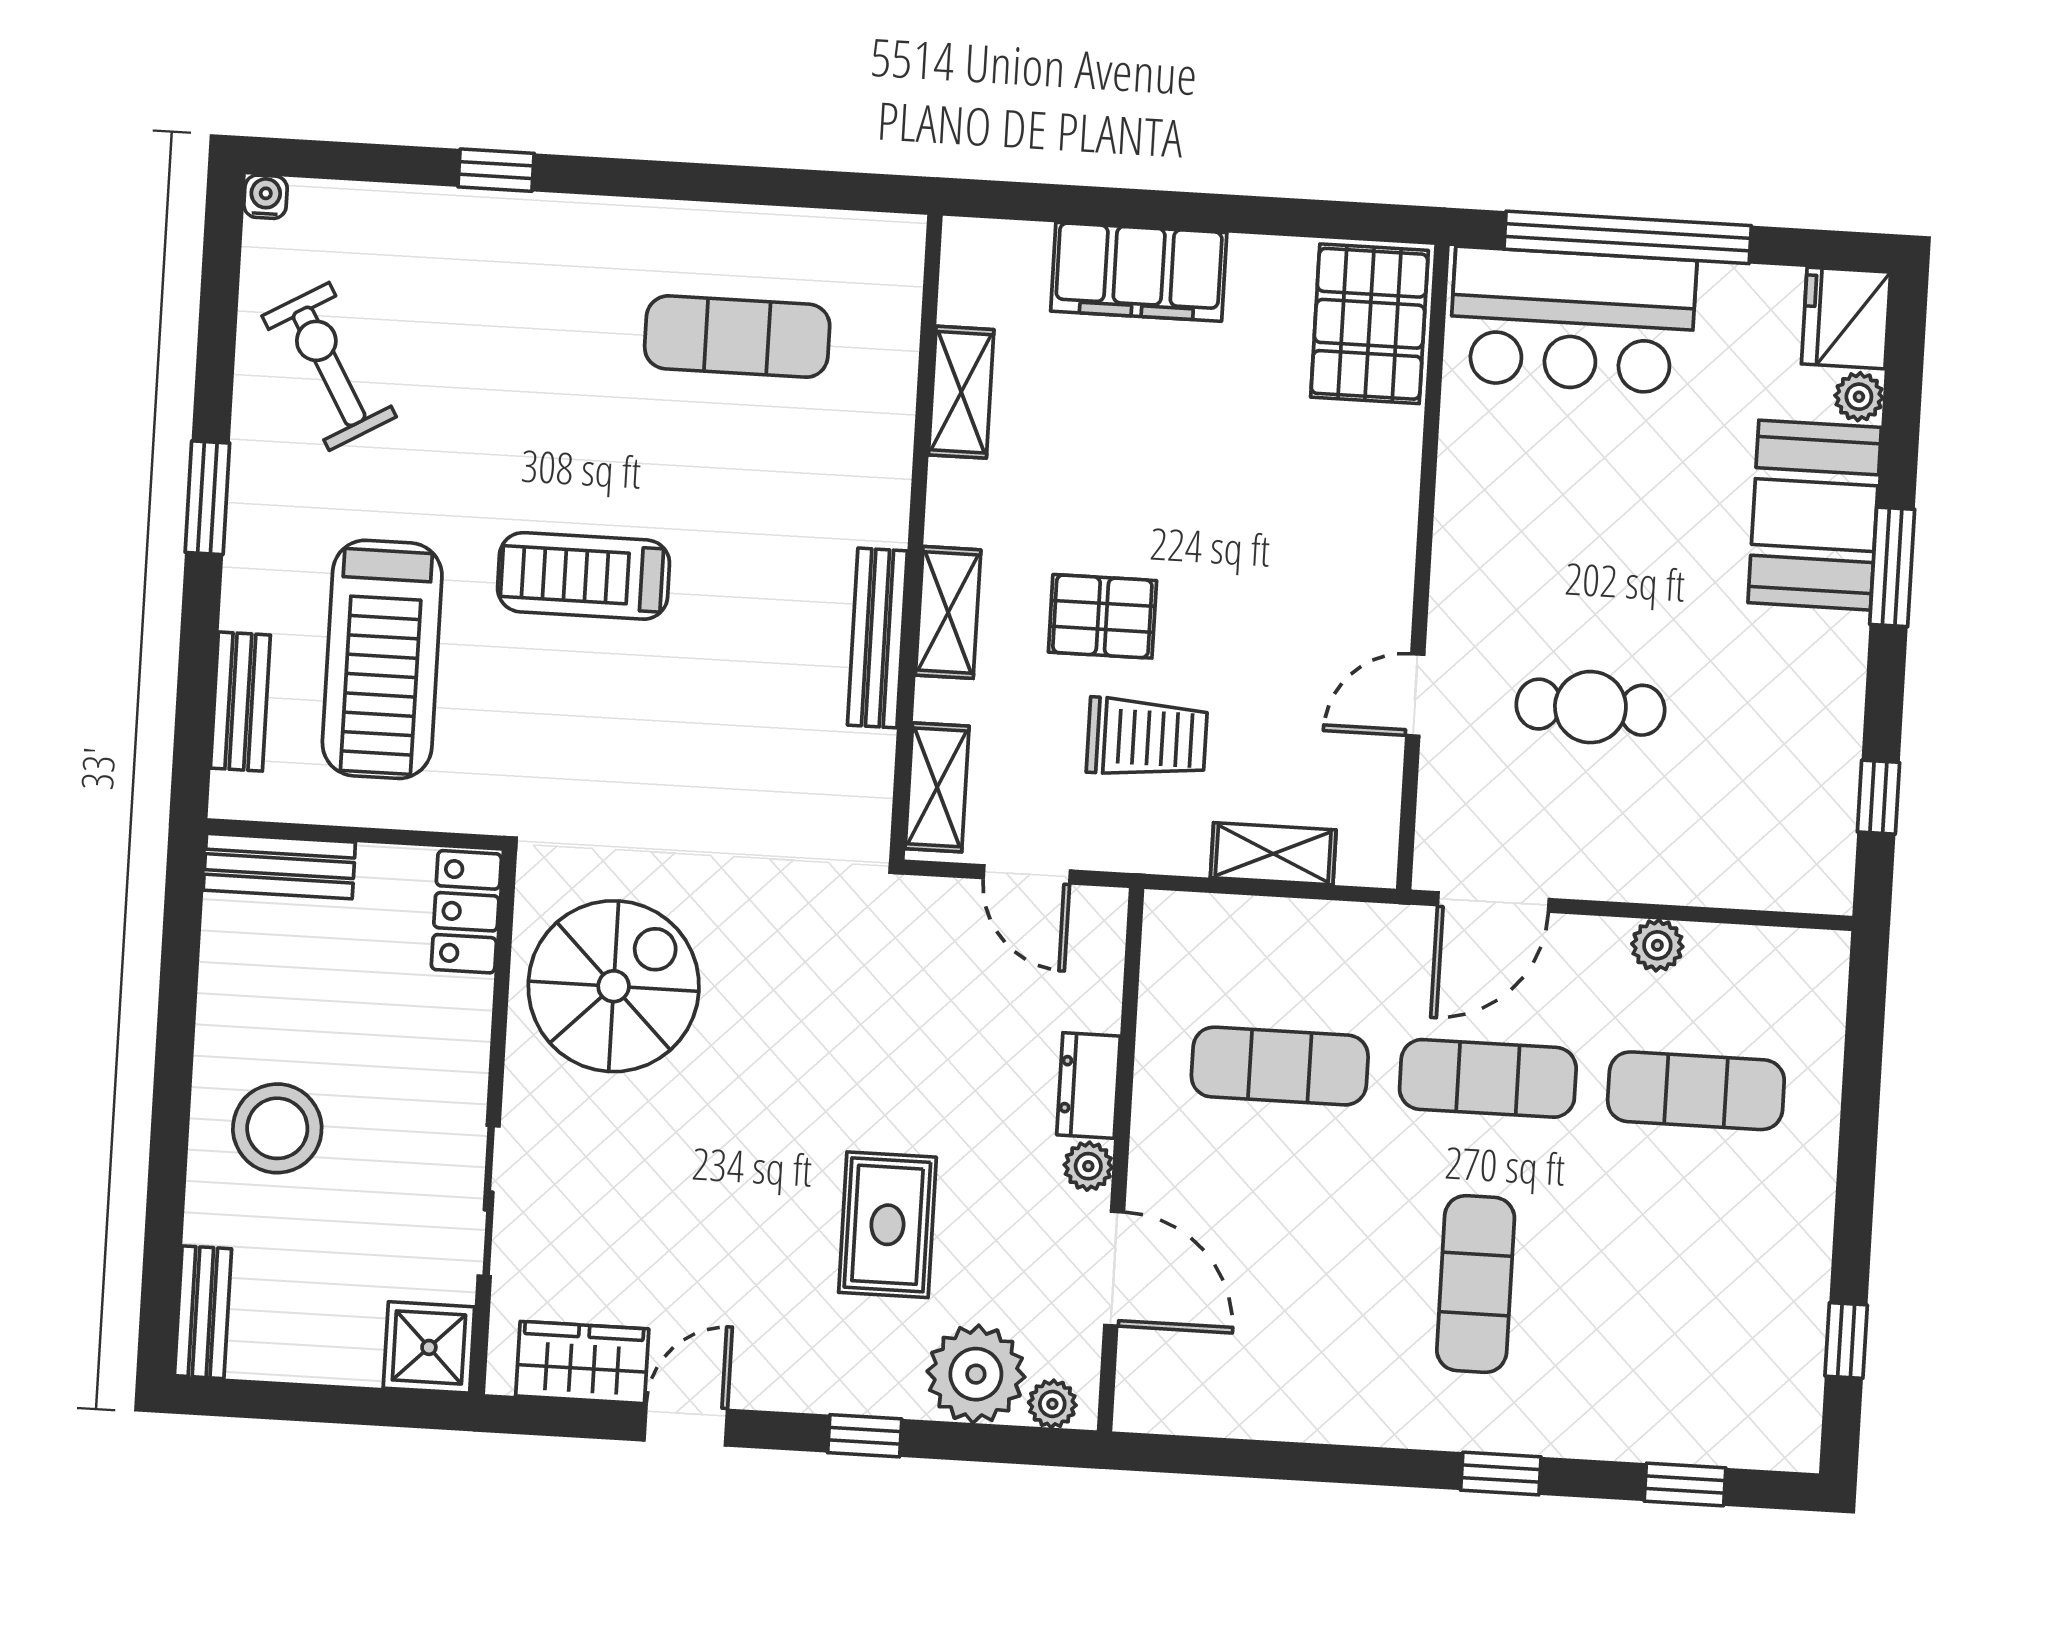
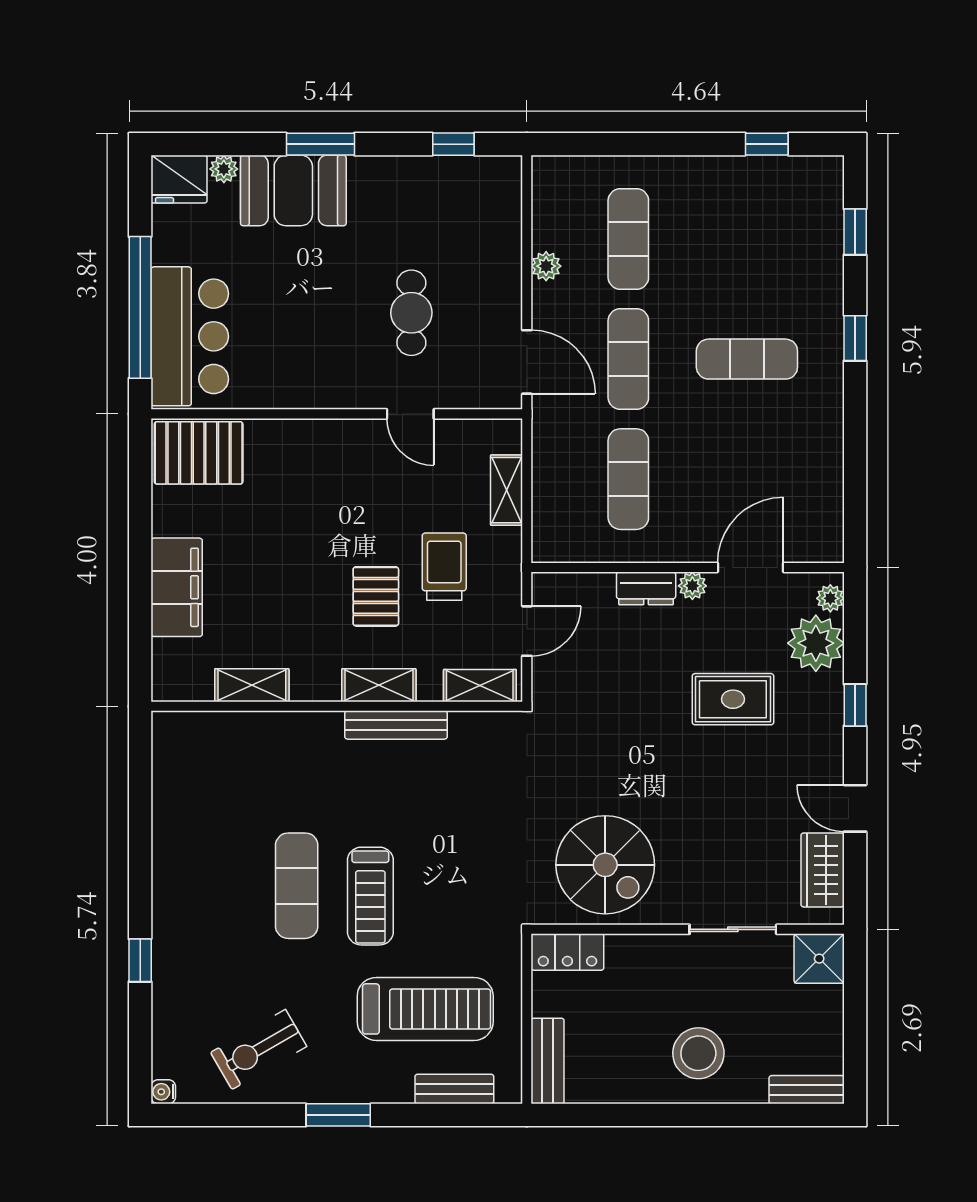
exercise mat: (737, 337) -> (297, 886), moved
spiral stairs: (614, 986) -> (605, 865), turned 180

